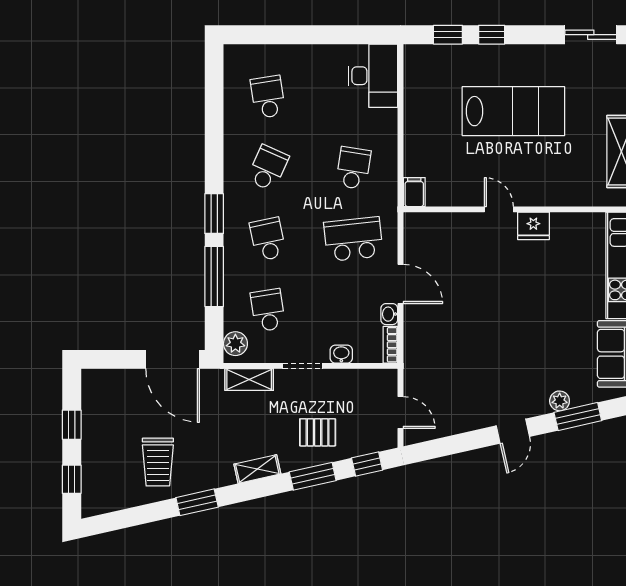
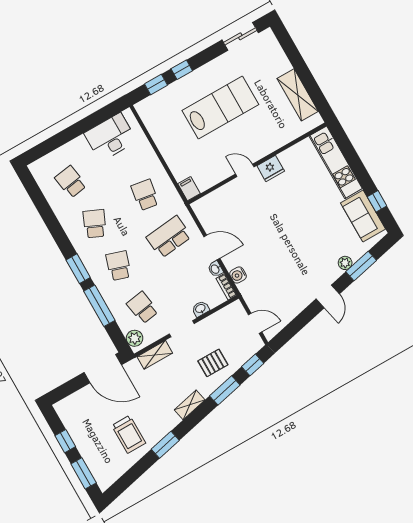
desk: (373, 76) -> (110, 137), moved, turned -90
school desk: (268, 239) -> (119, 266), turned 30
water cooler: (414, 338) -> (238, 275), added
window: (72, 479) -> (84, 473), width x1.50

